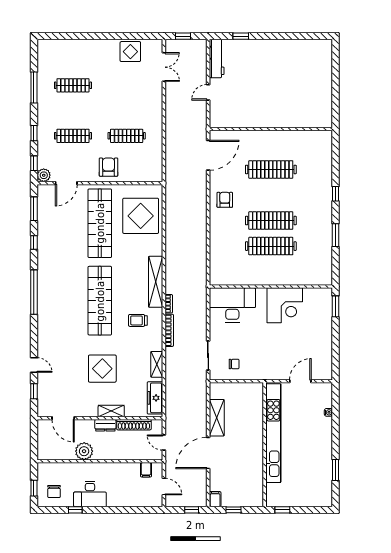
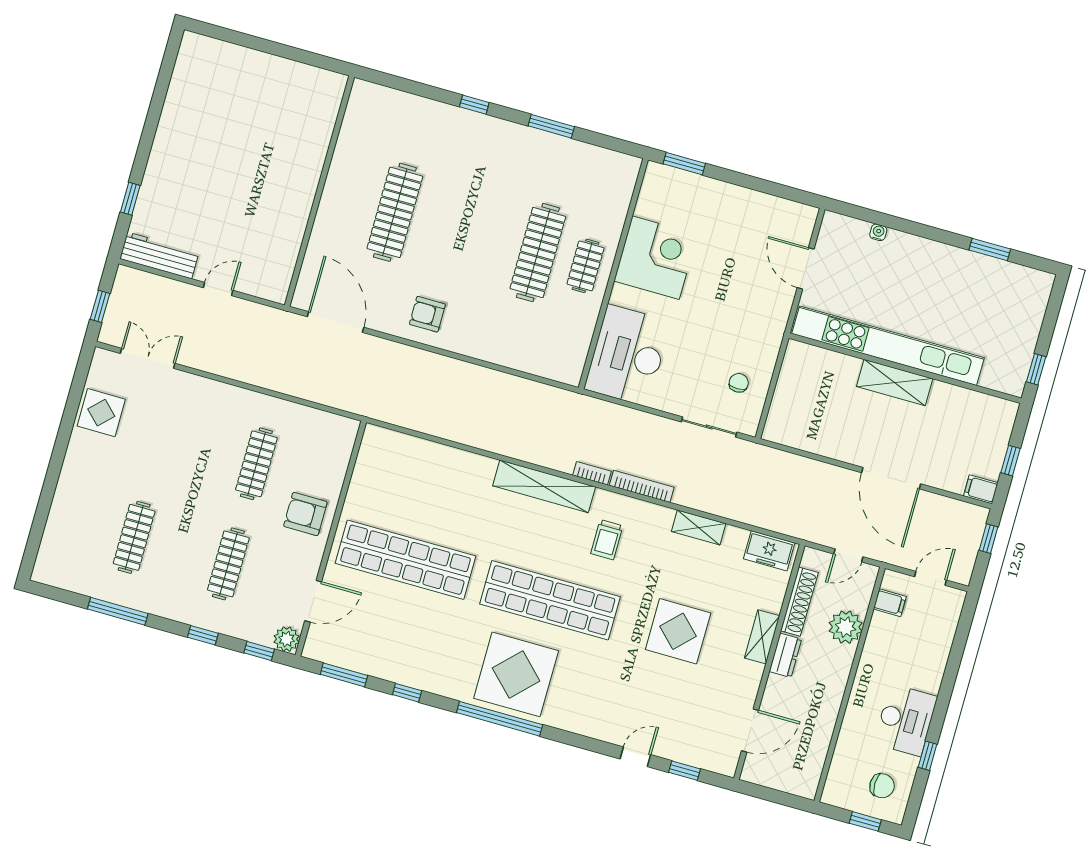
door: (208, 92) -> (218, 289), swing flipped
door: (66, 183) -> (313, 601), hinge flipped
display table: (141, 216) -> (516, 674), moved
clothes rail: (271, 221) -> (586, 266), moved, width x0.54, depth x0.76
freezer: (155, 398) -> (769, 551), width x0.71
shelving: (217, 418) -> (895, 383), moved
plant: (84, 451) -> (846, 627), moved

